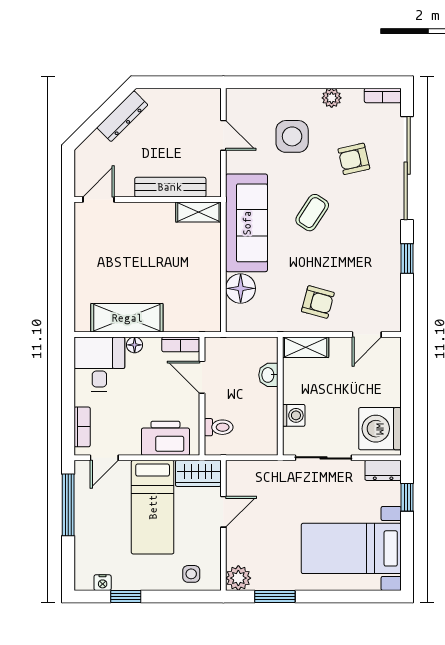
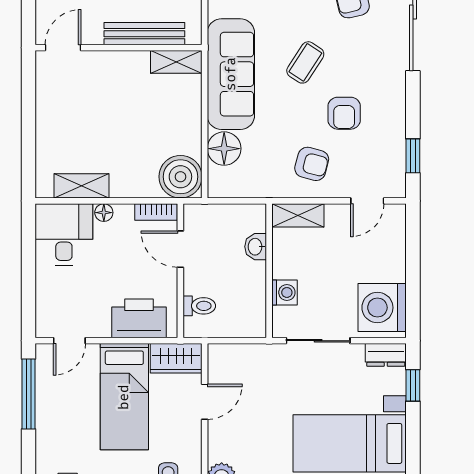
armchair: (346, 257) -> (344, 113), added
window: (407, 258) -> (413, 156), moved
boiler: (202, 313) -> (180, 177), added
shelving: (127, 318) -> (82, 186), width x0.67, depth x0.75
bookcase: (82, 427) -> (44, 306), removed

